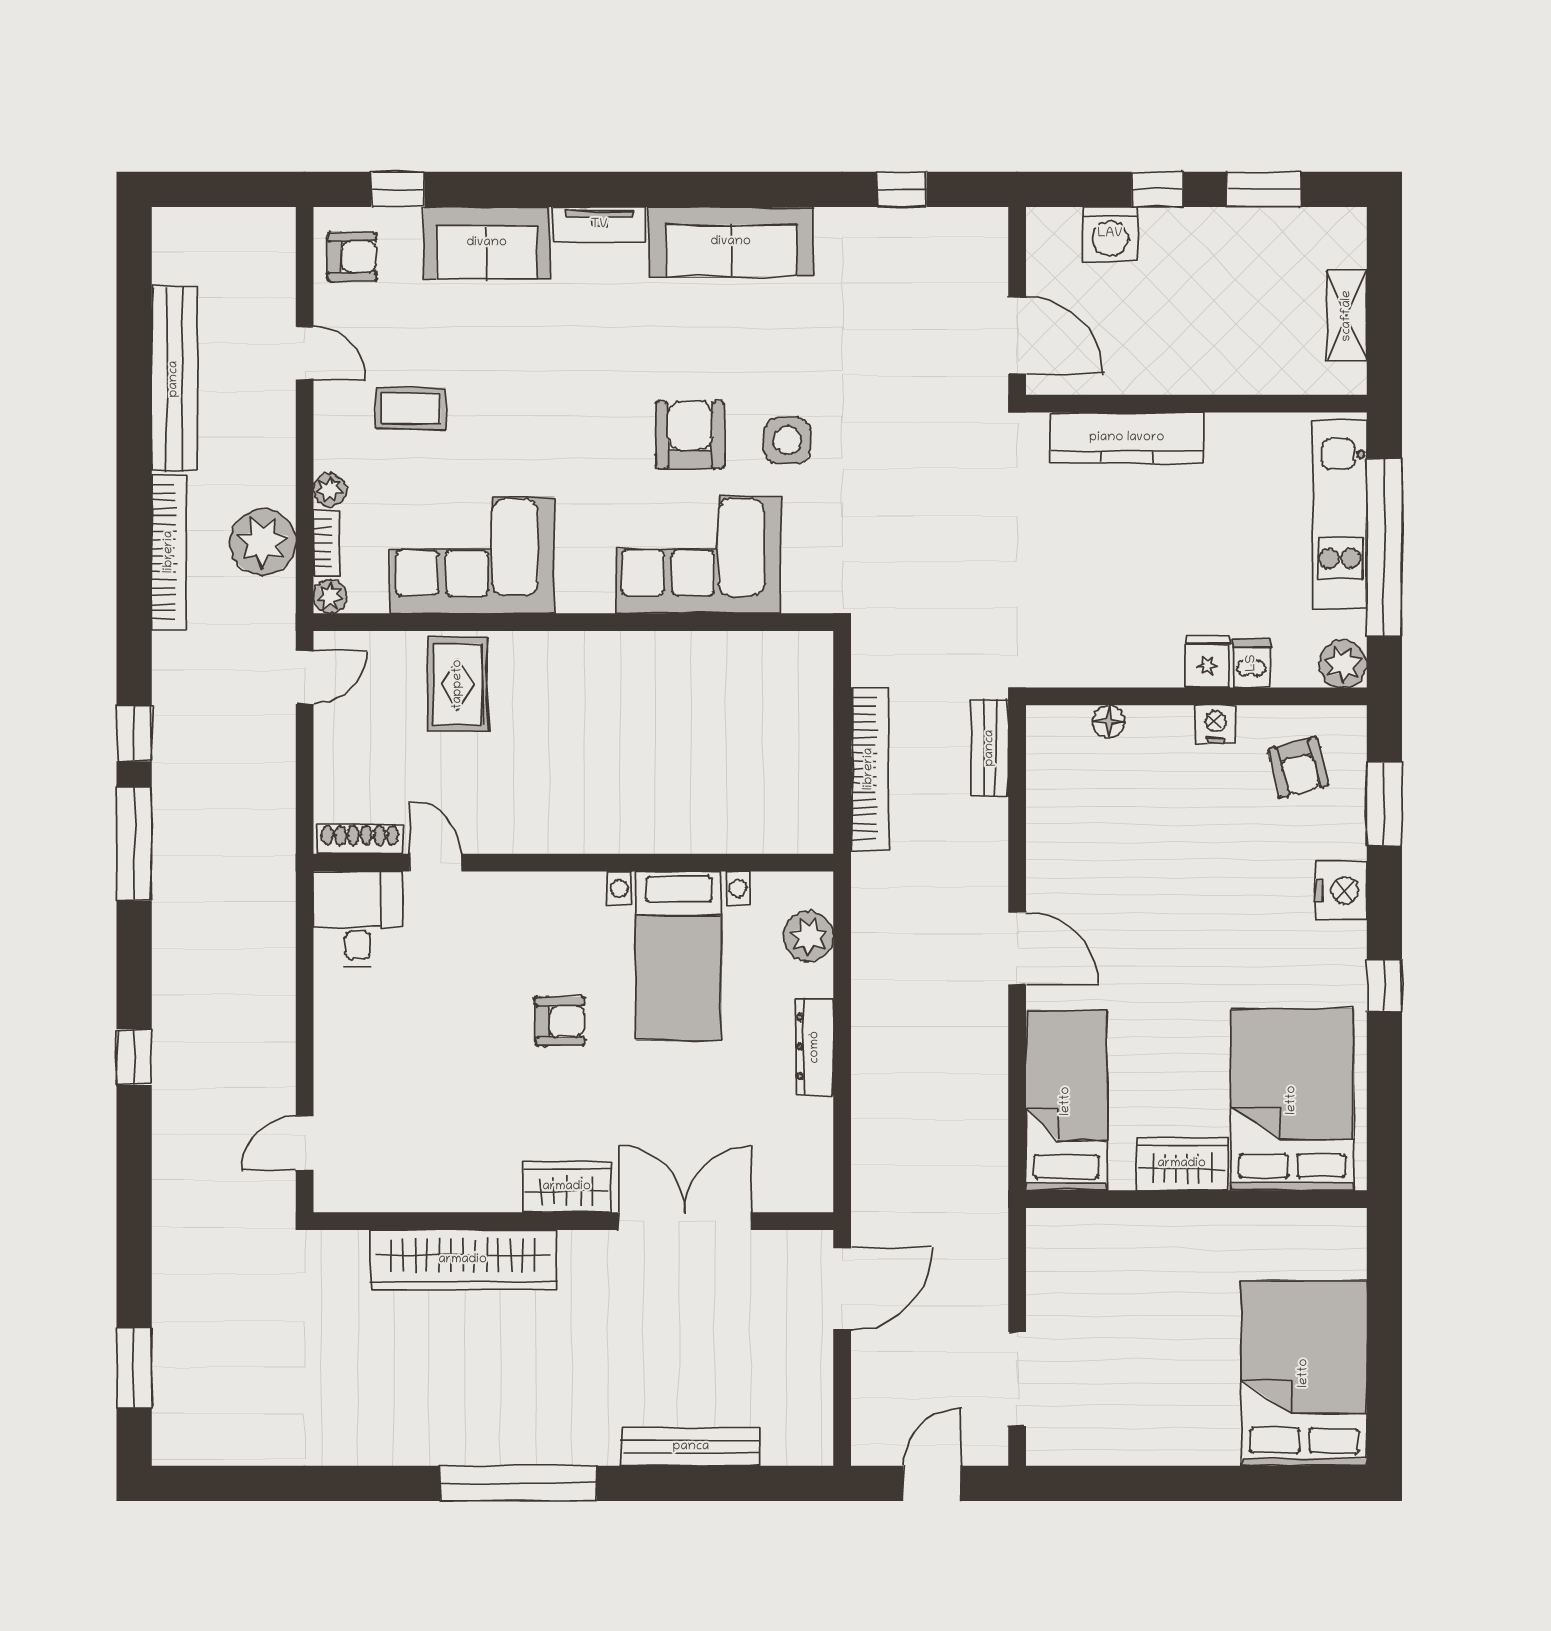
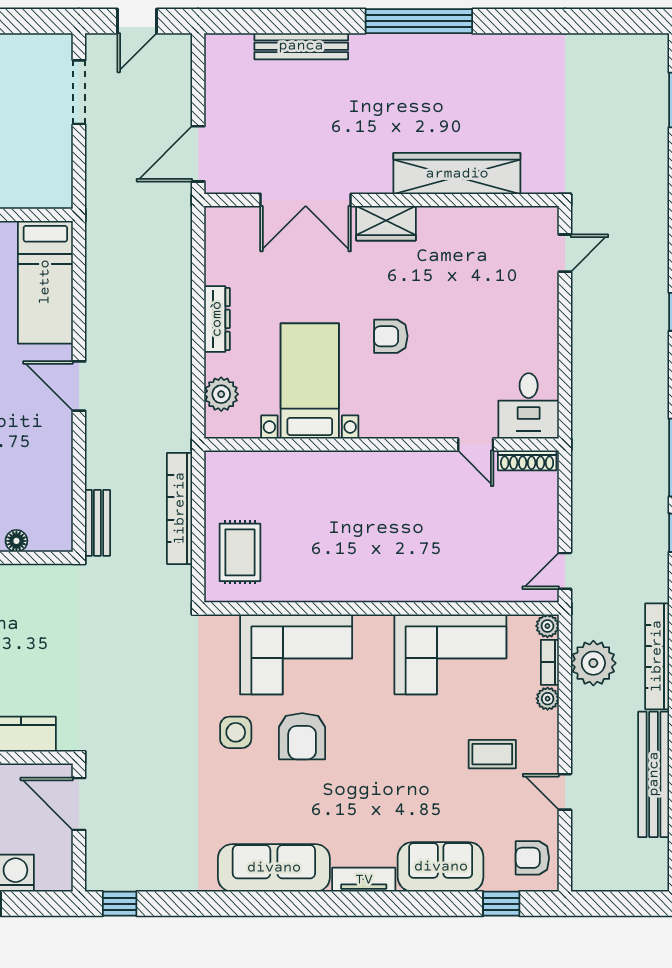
window: (902, 189) -> (120, 904), moved
rug: (458, 684) -> (240, 552), moved

